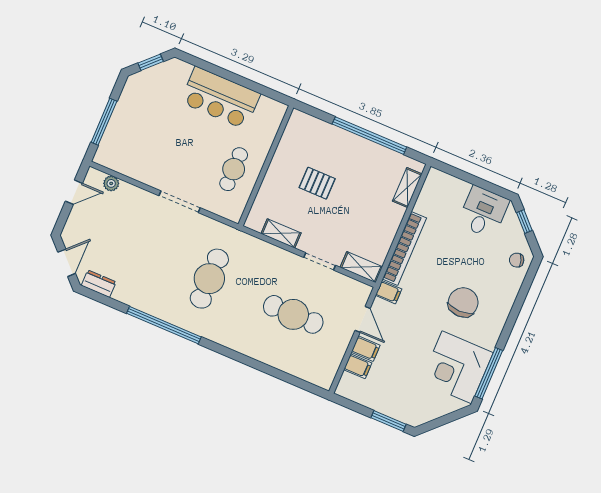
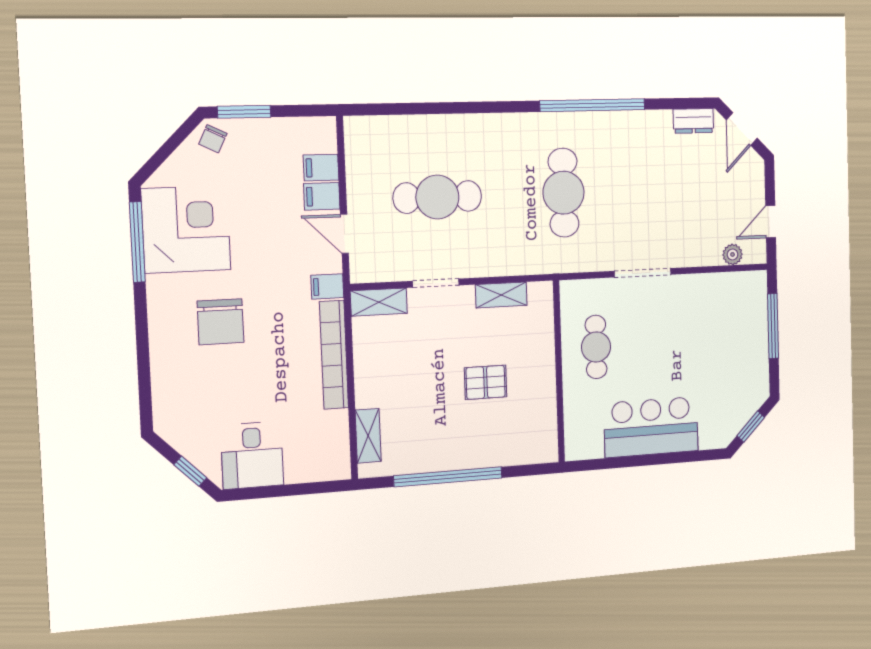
chair: (517, 260) -> (213, 139), moved, turned 134

